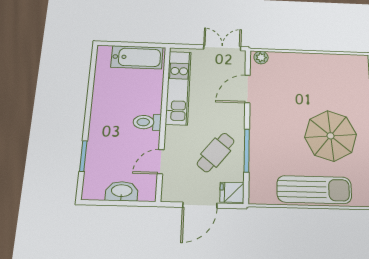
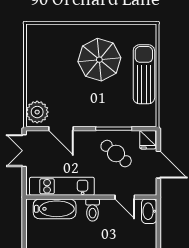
bathtub: (137, 57) -> (55, 209), moved, turned 90
plant: (261, 57) -> (37, 112), width x1.88, depth x1.88
washbasin: (122, 191) -> (149, 211), moved

